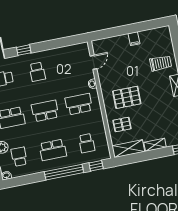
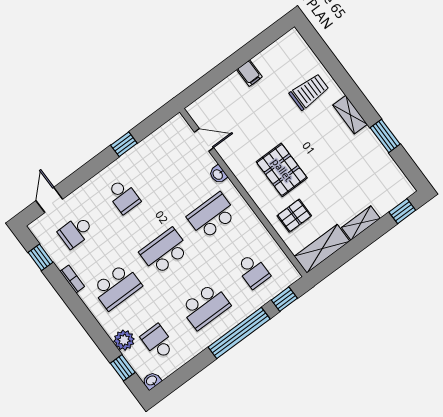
window: (24, 50) -> (124, 144), moved
door: (94, 62) -> (204, 140), hinge flipped
pallet: (127, 97) -> (282, 170), turned 90

